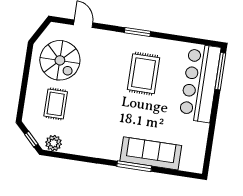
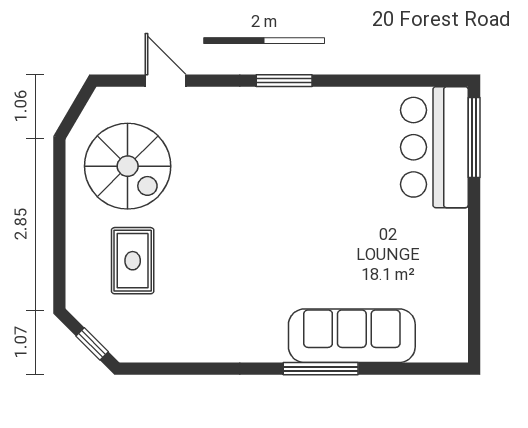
rug: (143, 74) -> (311, 168), removed
bar counter: (200, 83) -> (434, 147), width x0.73
plant: (54, 143) -> (141, 345), removed

